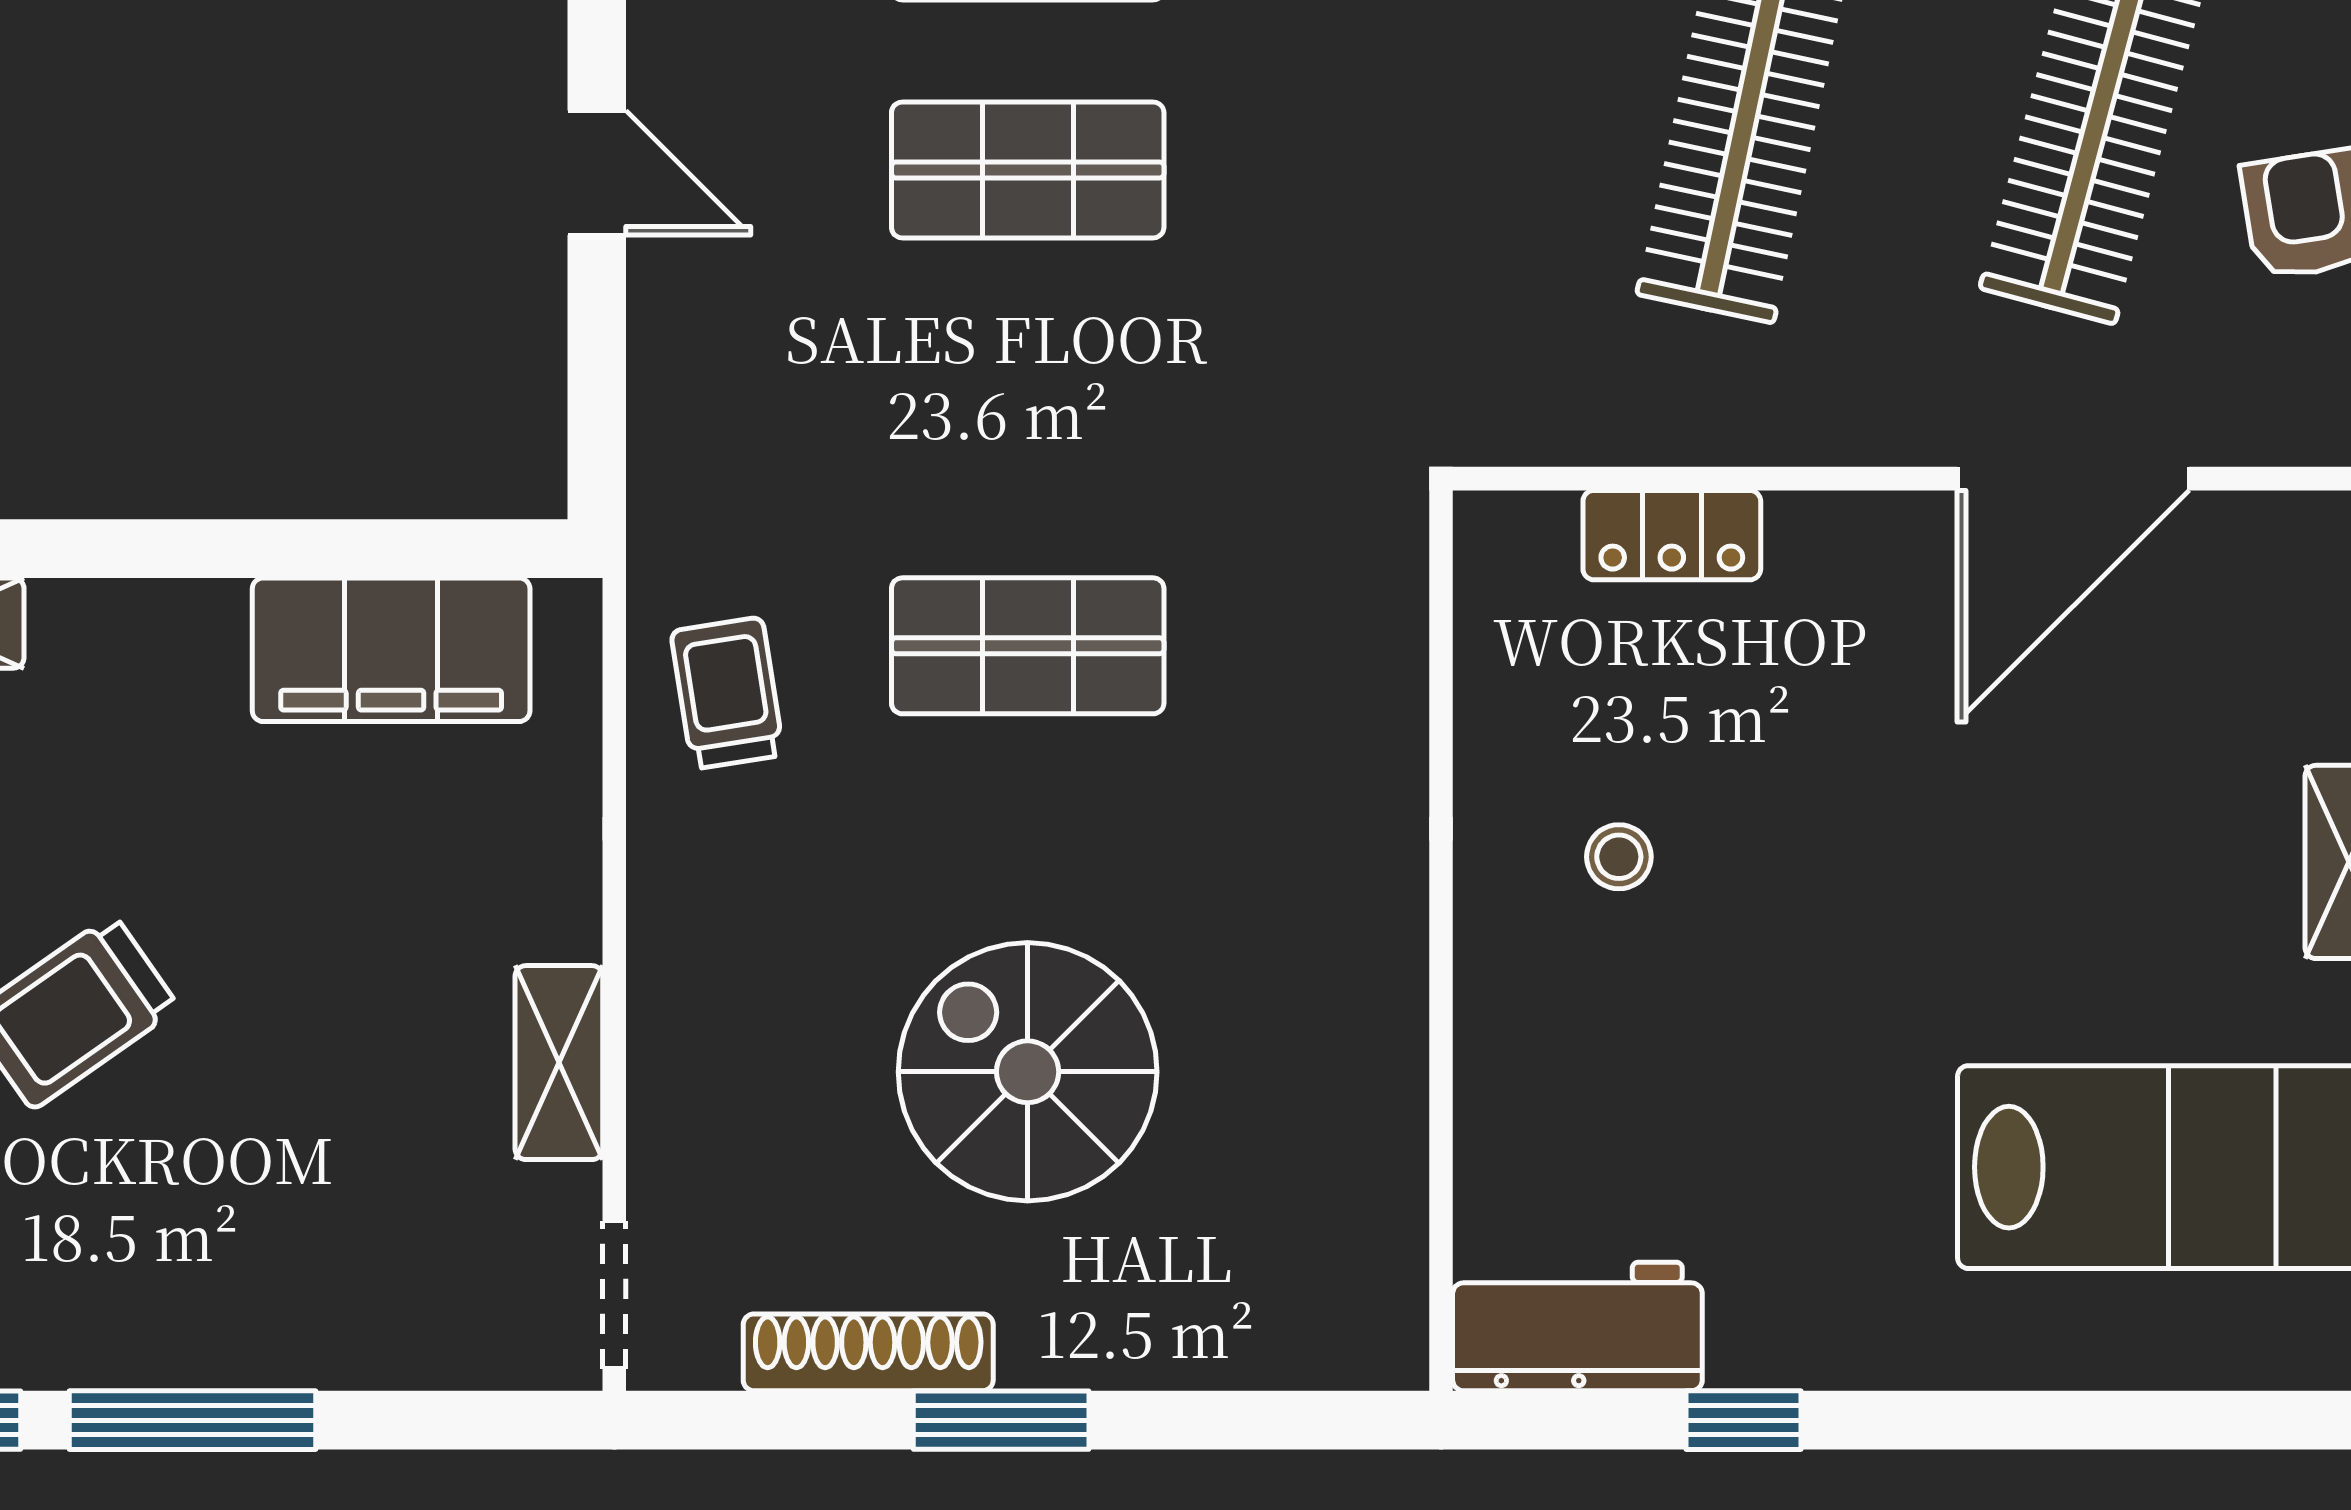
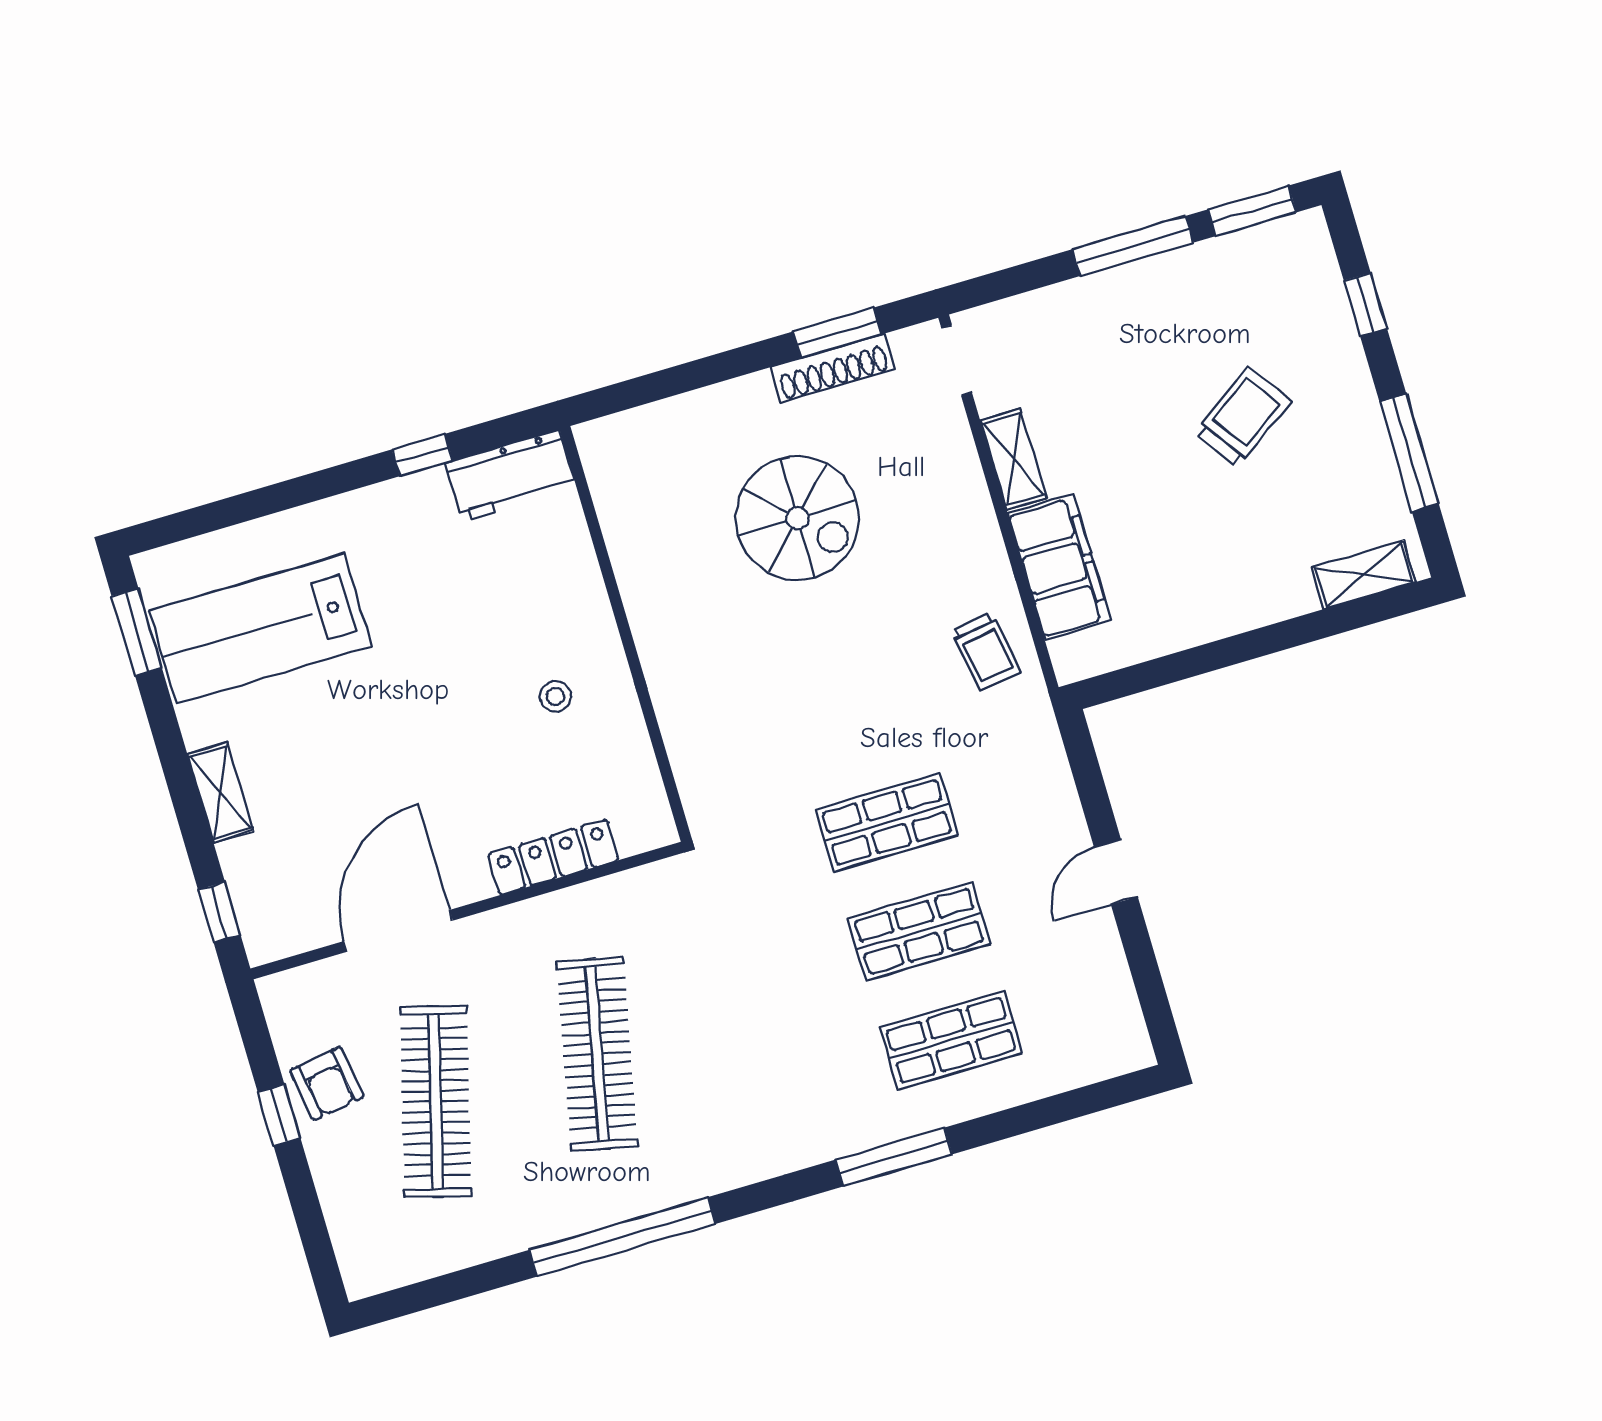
door: (597, 173) -> (1116, 872), hinge flipped
locker: (1672, 535) -> (553, 857), width x1.53
shop shelf: (1028, 646) -> (887, 822), moved
filing cabinet: (391, 650) -> (1059, 567), moved, turned 90
window: (1001, 1420) -> (837, 333), moved

